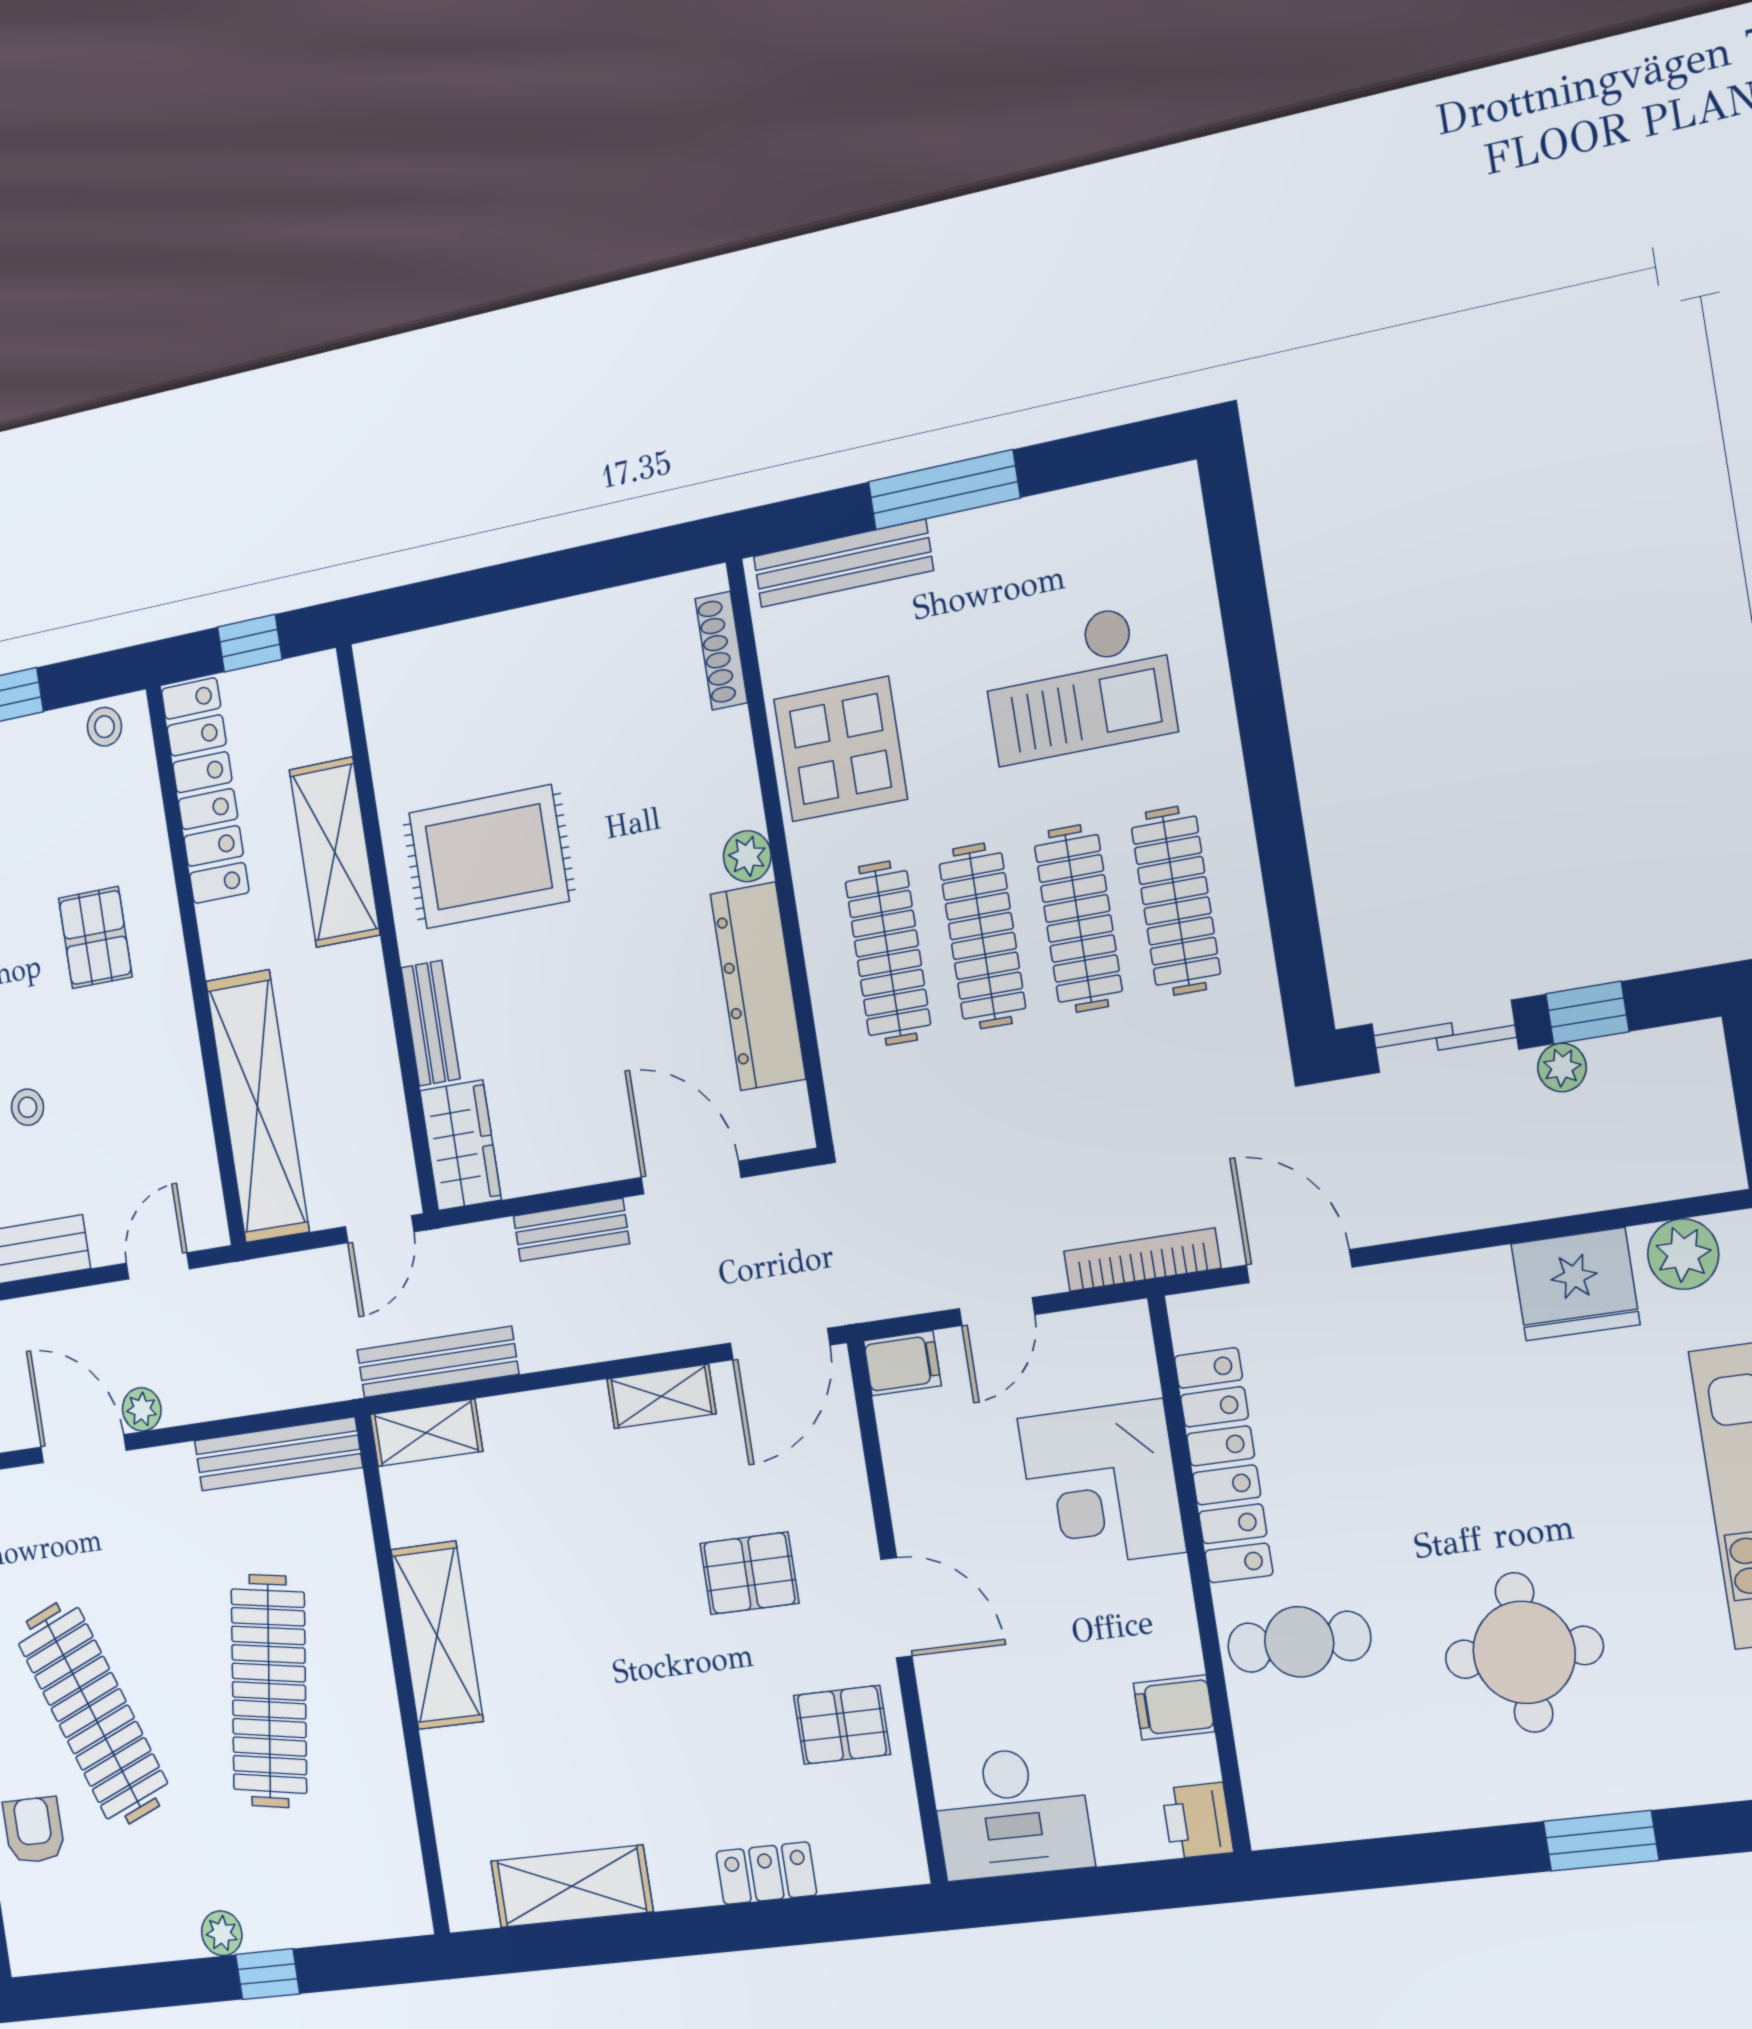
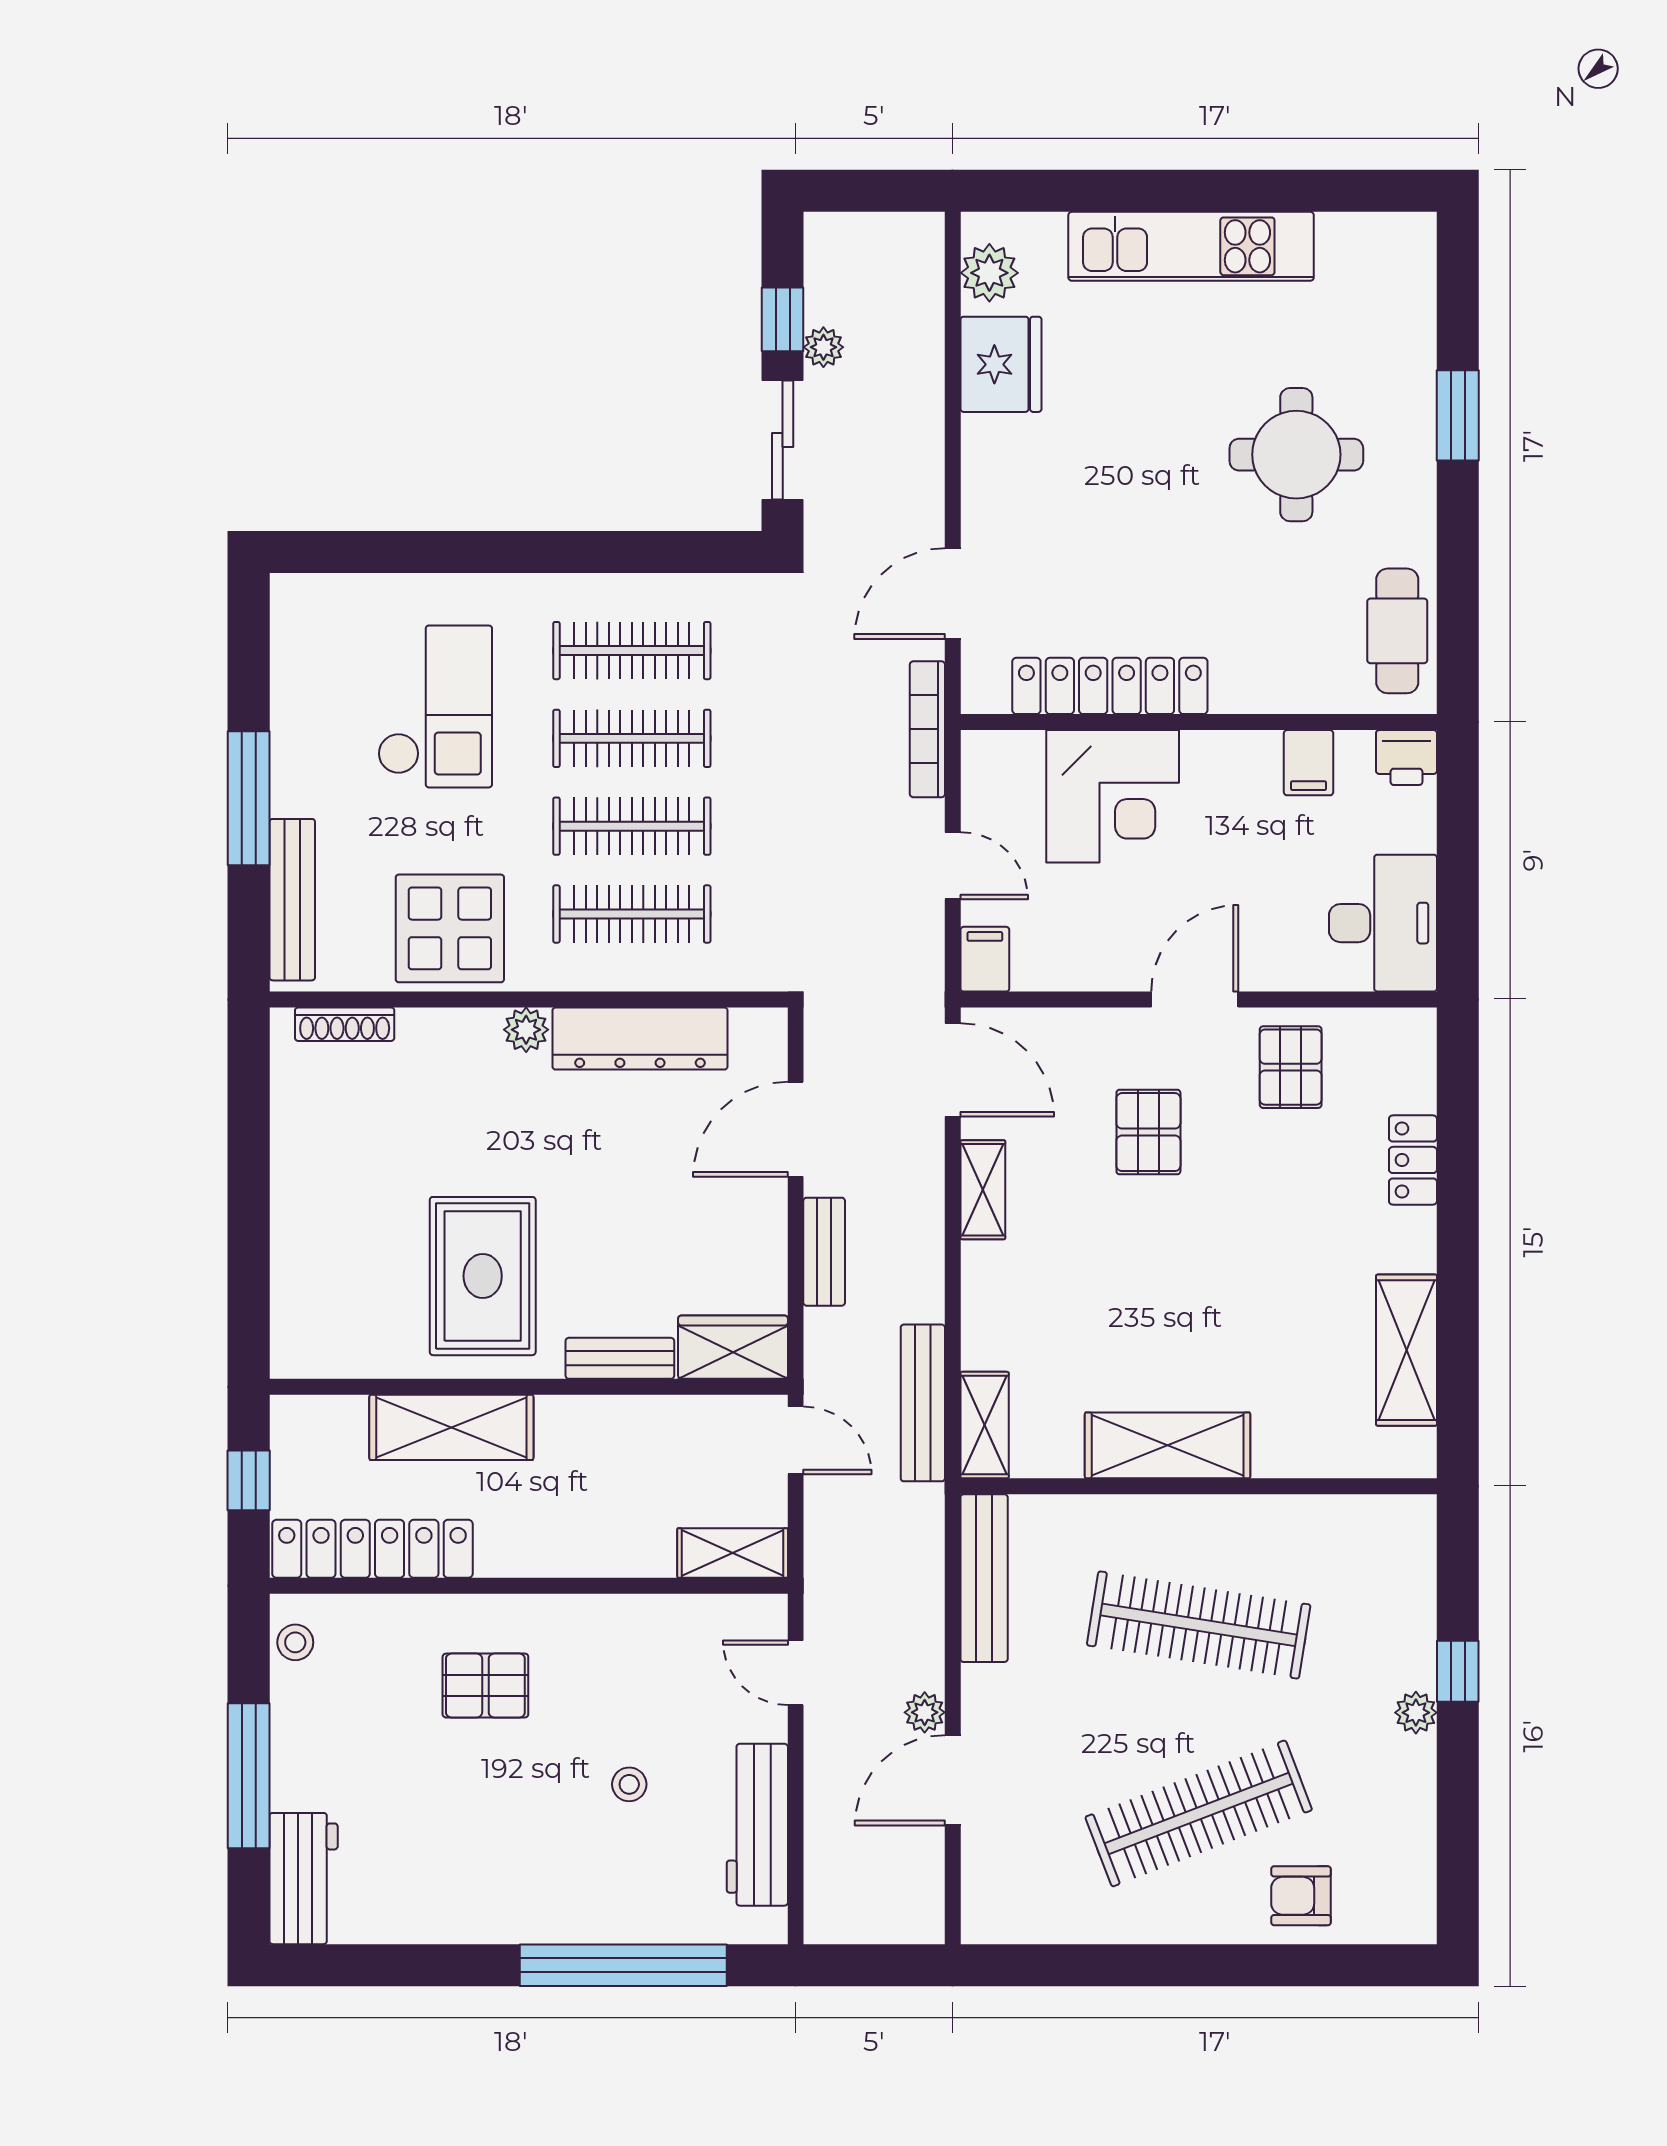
shelving: (257, 1106) -> (733, 1553), width x0.45, depth x0.75
cafe table: (1299, 1642) -> (1397, 631), moved

